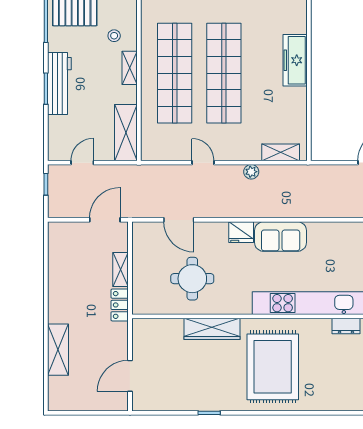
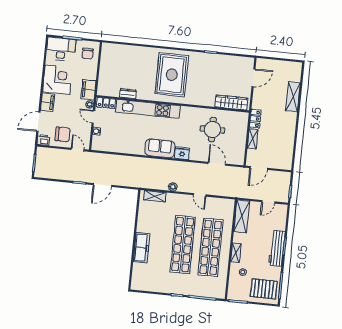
wardrobe: (212, 329) -> (231, 103), moved

